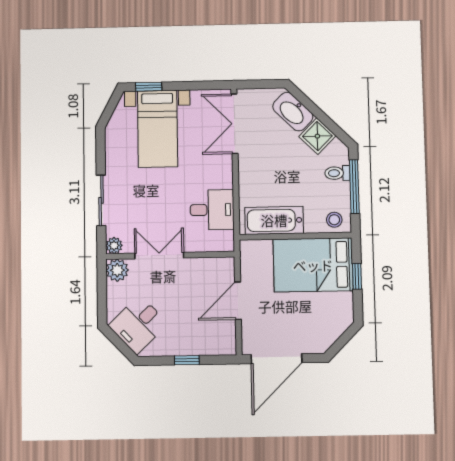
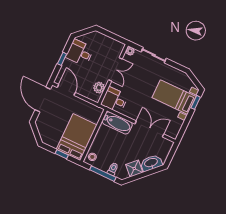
double door: (234, 124) -> (149, 129), moved
desk: (212, 210) -> (115, 100), moved, turned 90
bathtub: (274, 220) -> (117, 123), moved, turned 90
plant: (117, 270) -> (99, 88), moved
door: (238, 301) -> (66, 90), moved
desk: (138, 324) -> (80, 53), moved, turned -46

